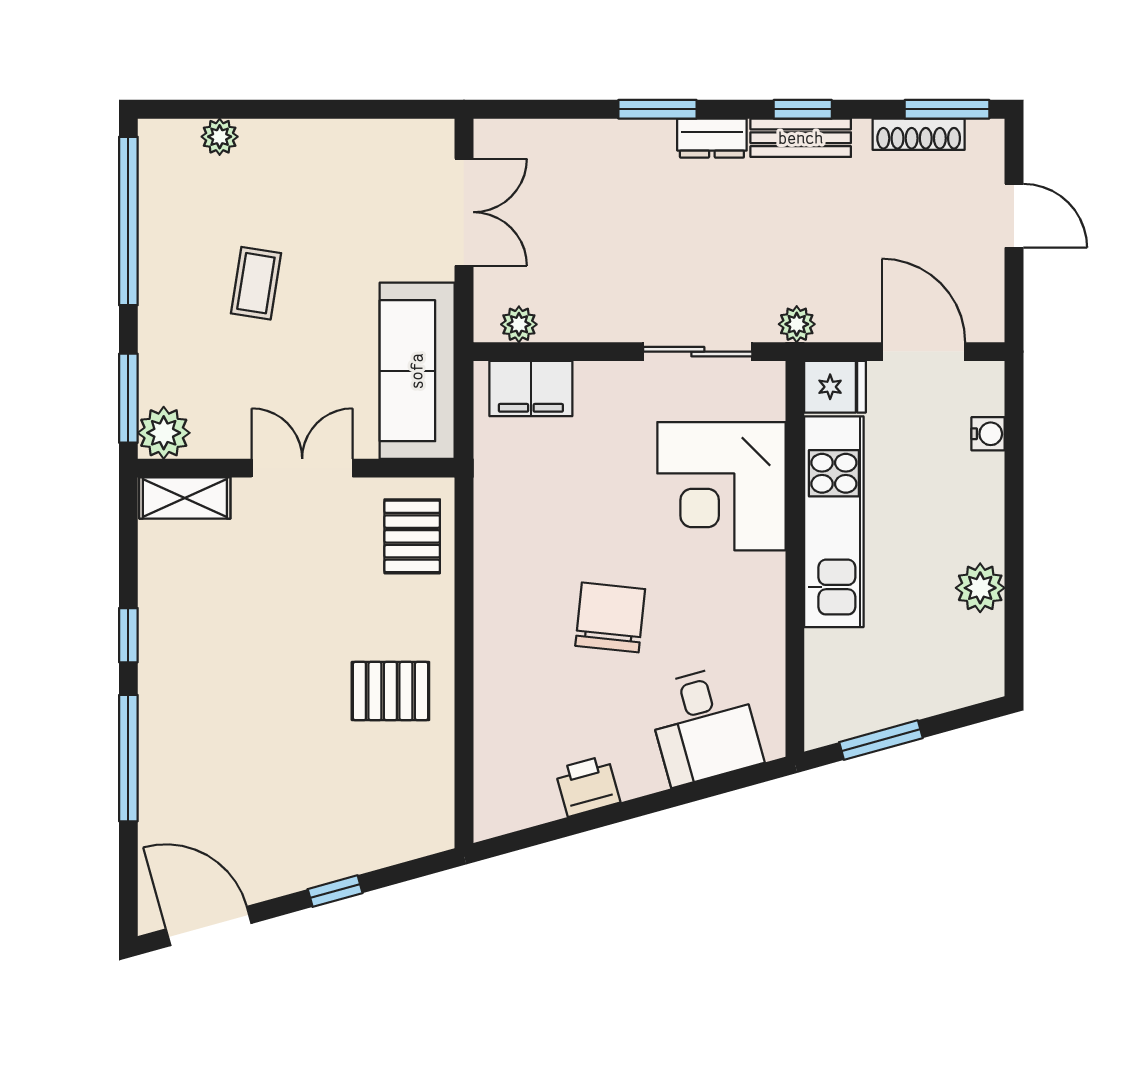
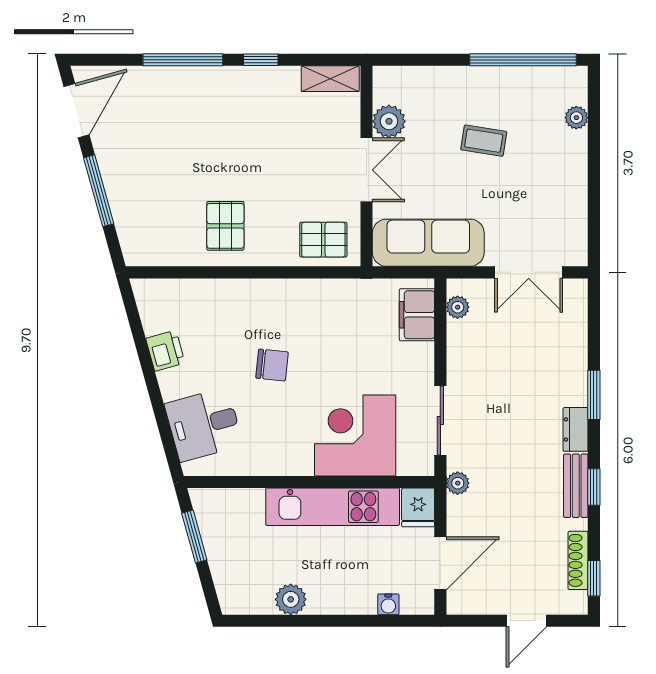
window: (947, 109) -> (594, 578), width x0.67
window: (128, 398) -> (411, 60), removed
plant: (164, 433) -> (389, 121), moved
shelving: (185, 498) -> (330, 79), moved, turned 90
chair: (610, 617) -> (272, 365), width x0.73, depth x0.73
window: (335, 891) -> (99, 191), width x2.17

